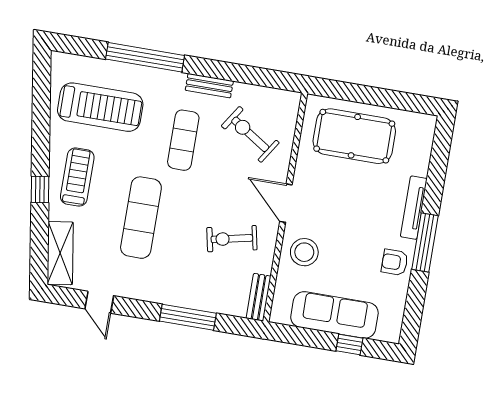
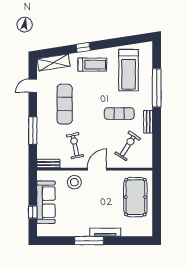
exercise mat: (141, 218) -> (65, 104), moved, turned 90
armchair: (395, 262) -> (77, 227), removed

